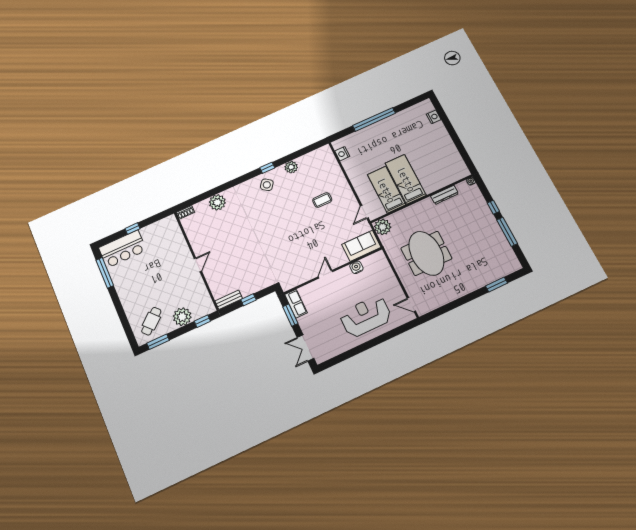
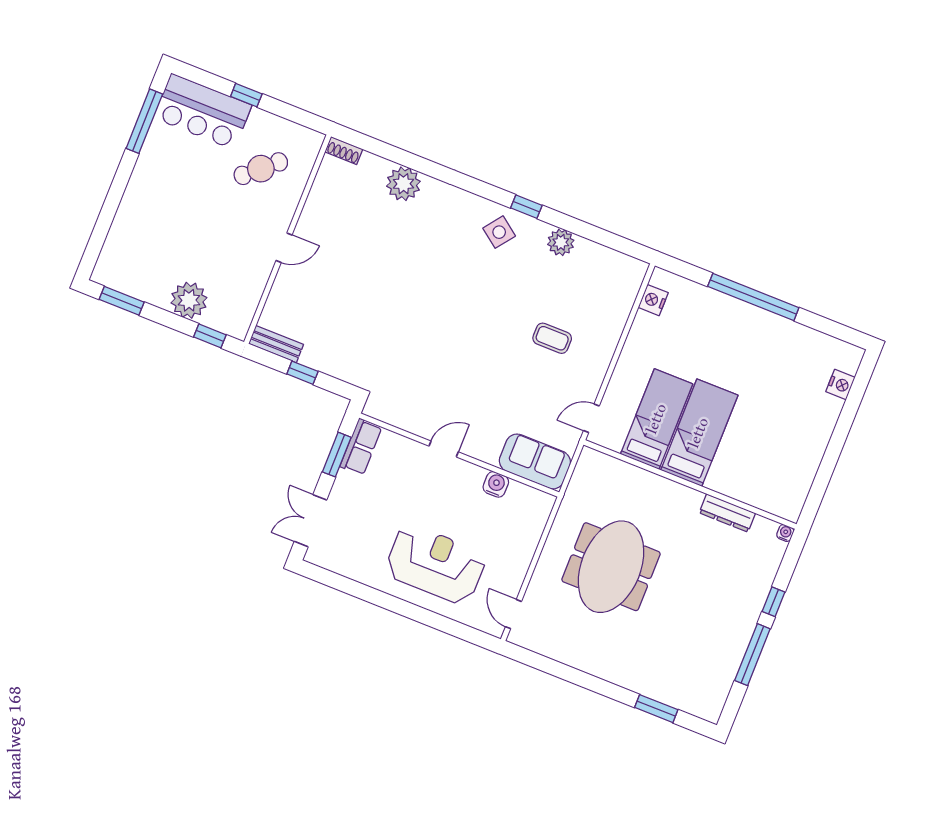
plant: (383, 227) -> (593, 466), removed
cafe table: (151, 321) -> (261, 169), moved

